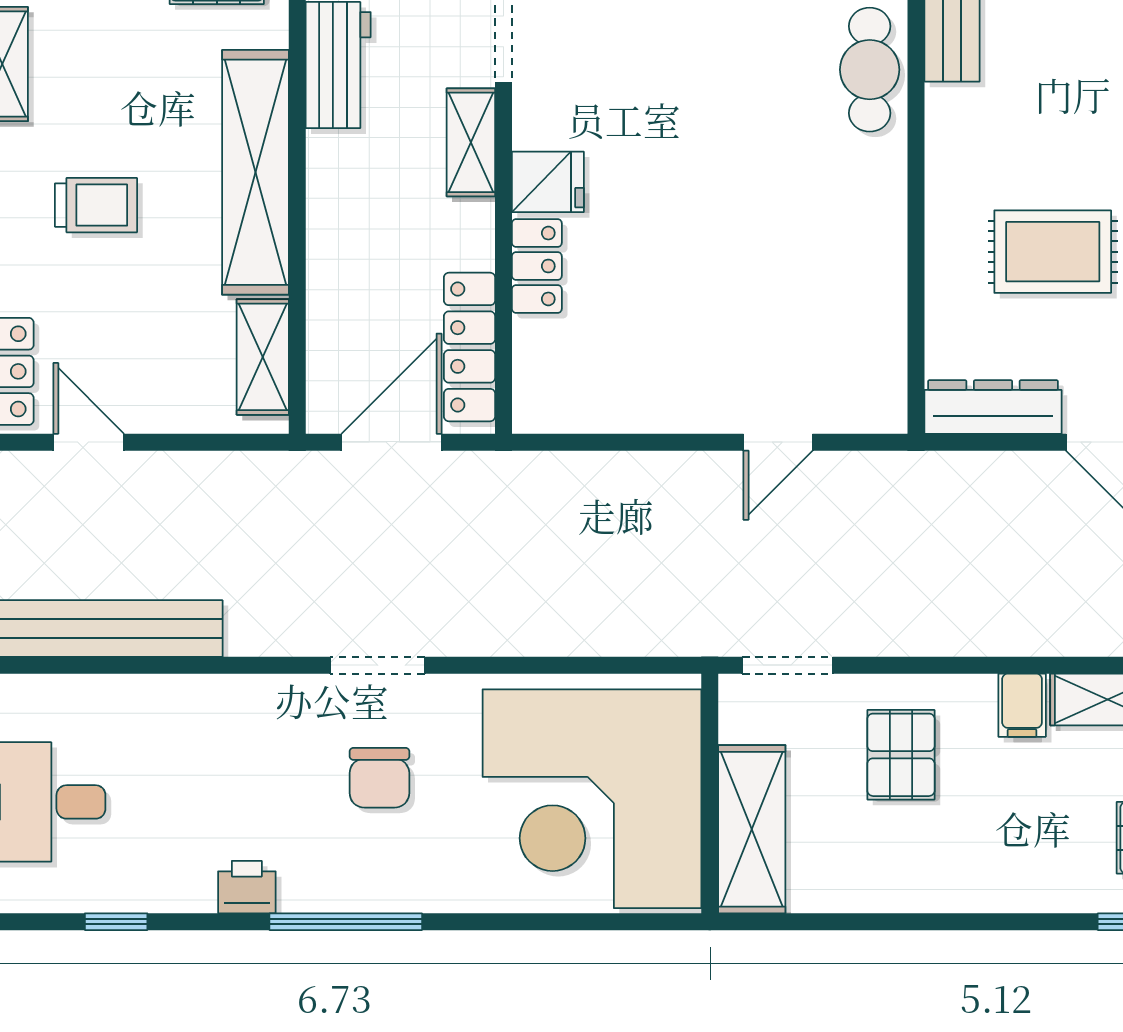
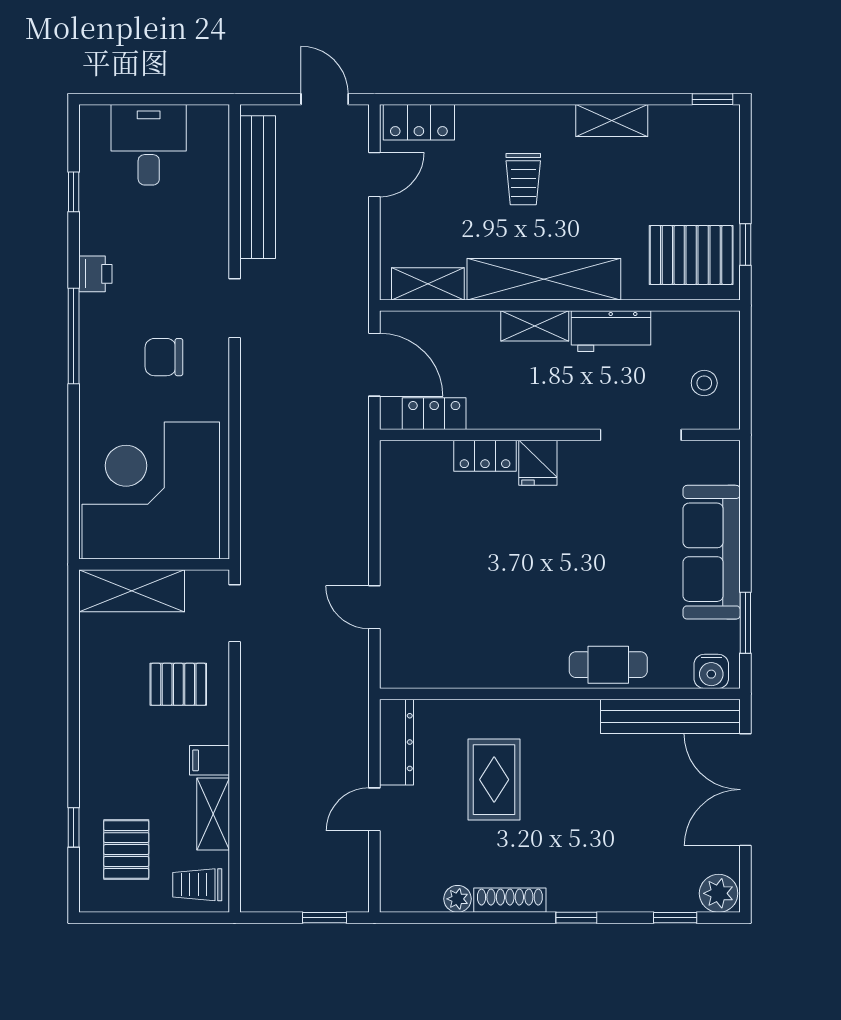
shelving: (471, 142) -> (535, 326), moved
locker: (469, 347) -> (434, 414), width x0.66
doorway: (377, 665) -> (235, 308), moved

